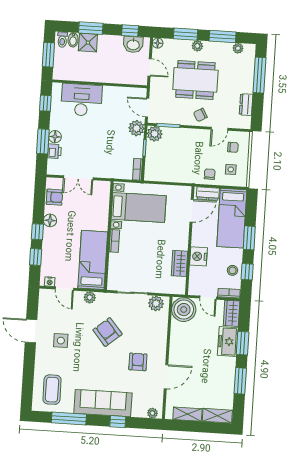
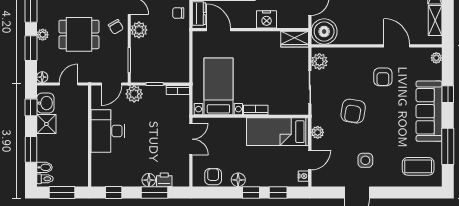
shower: (88, 43) -> (46, 124), moved
dining table: (195, 80) -> (79, 34), width x0.73
desk: (81, 100) -> (108, 131), moved
plant: (155, 134) -> (139, 30), moved
double door: (78, 178) -> (191, 139), moved
wardrobe: (179, 263) -> (295, 39), moved
armchair: (108, 332) -> (353, 111), turned -40
armchair: (138, 362) -> (383, 77), turned -90

